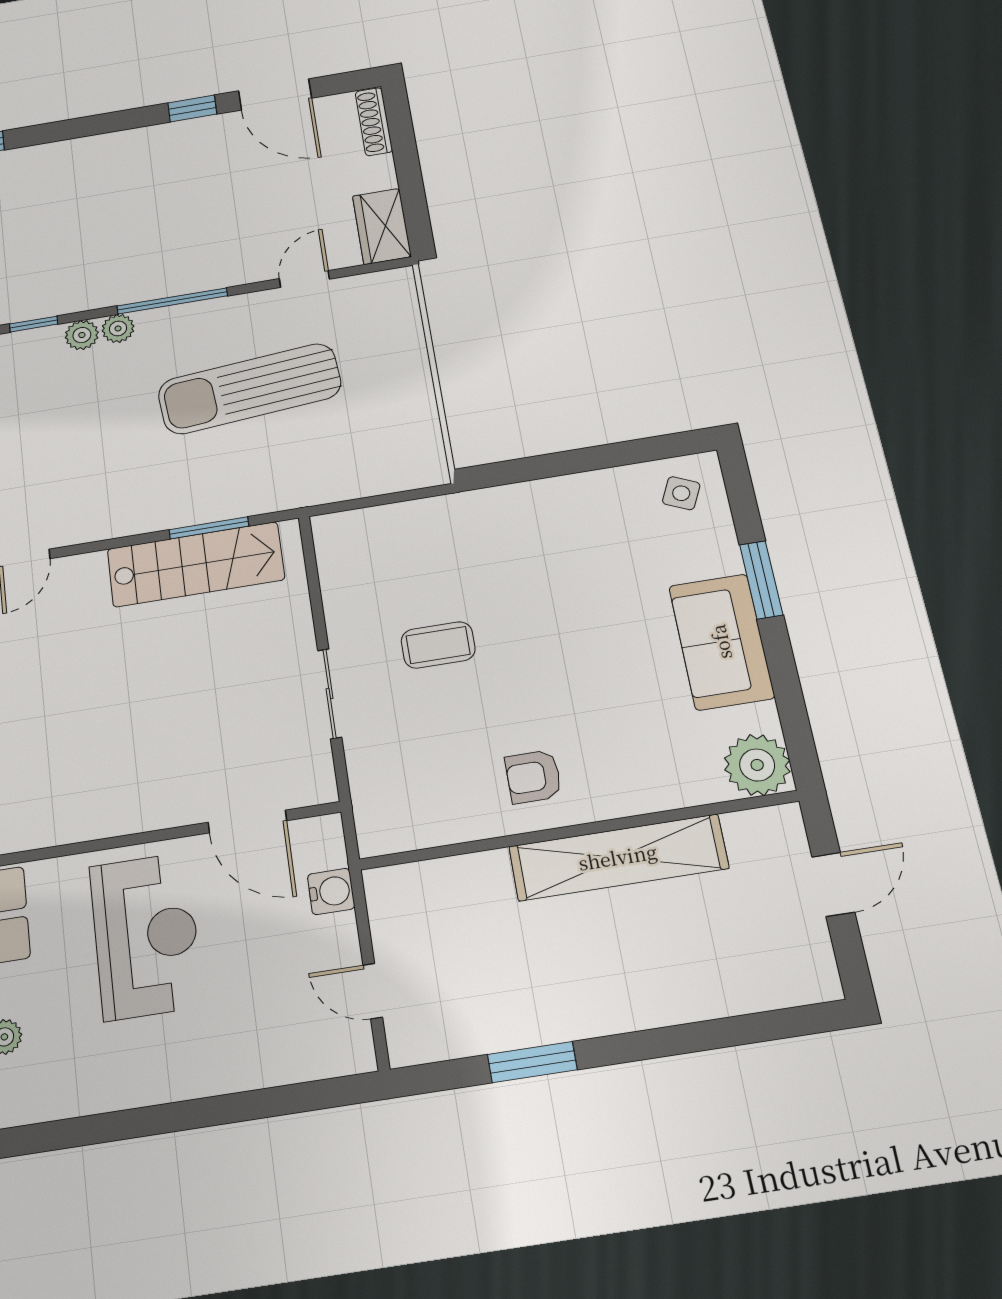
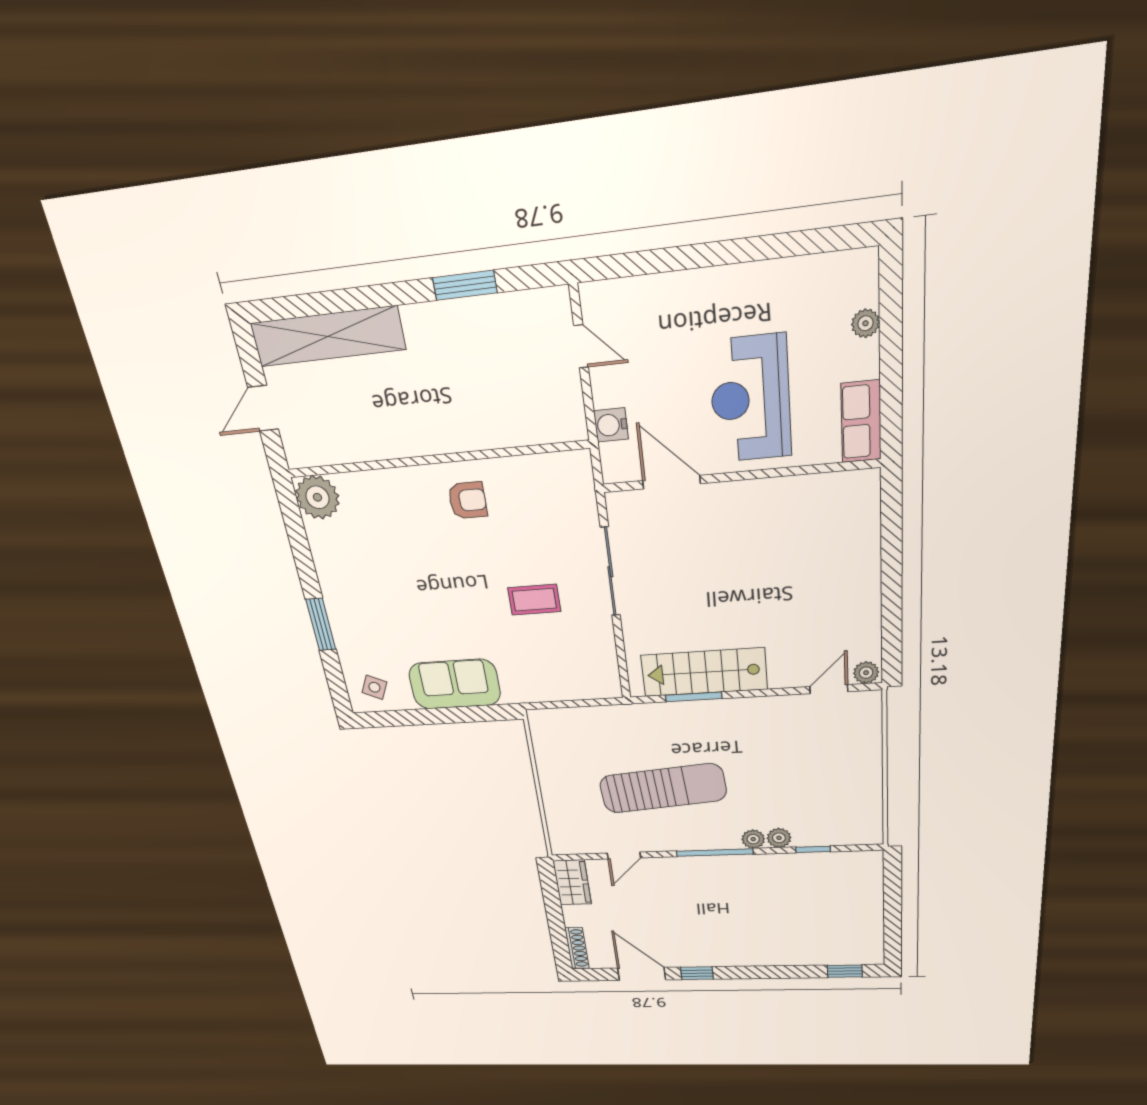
sofa: (721, 642) -> (455, 684), moved, turned -90
sliding door: (330, 694) -> (610, 572), width x1.37
shelving: (618, 857) -> (328, 336), moved

